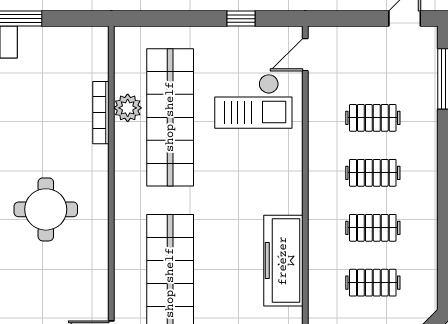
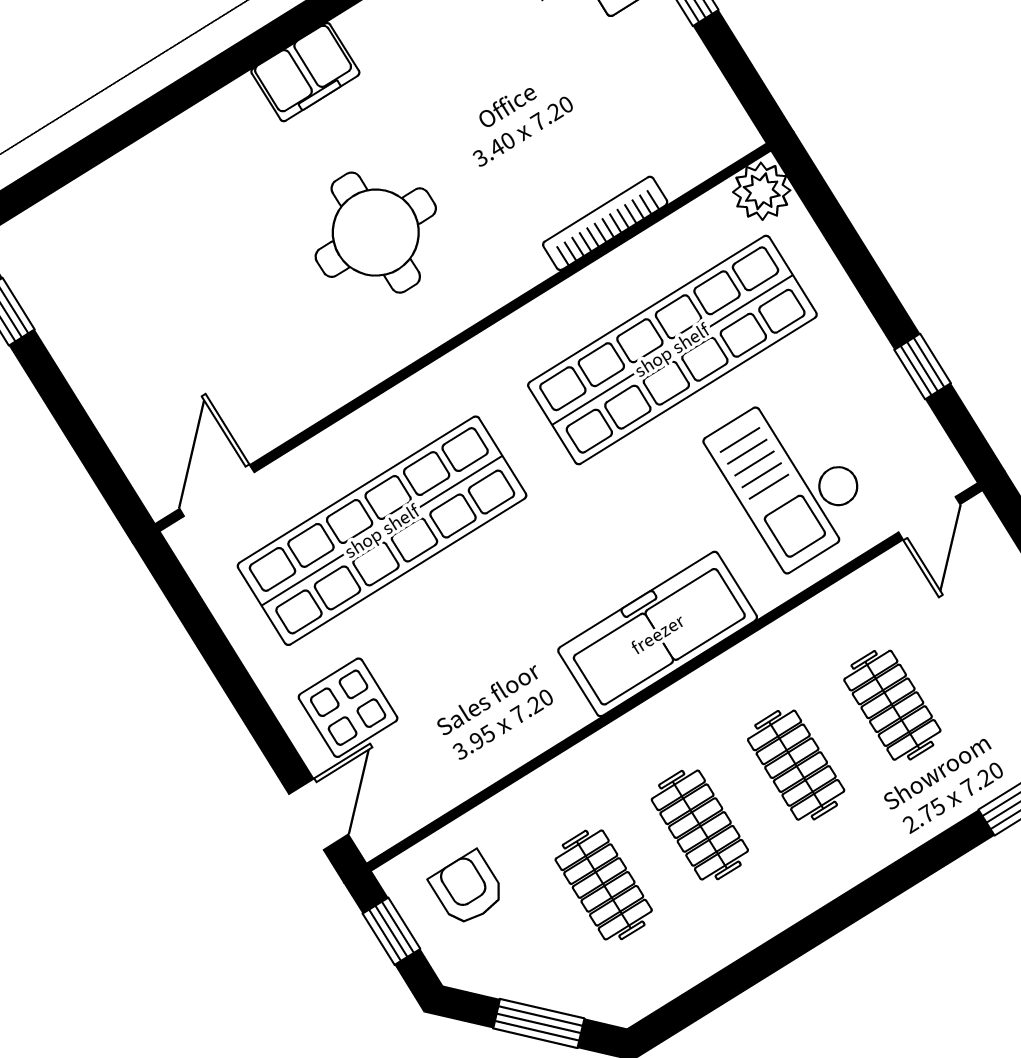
door: (305, 55) -> (929, 518), swing flipped
plant: (128, 108) -> (762, 191), moved
freezer: (283, 261) -> (658, 634), moved

